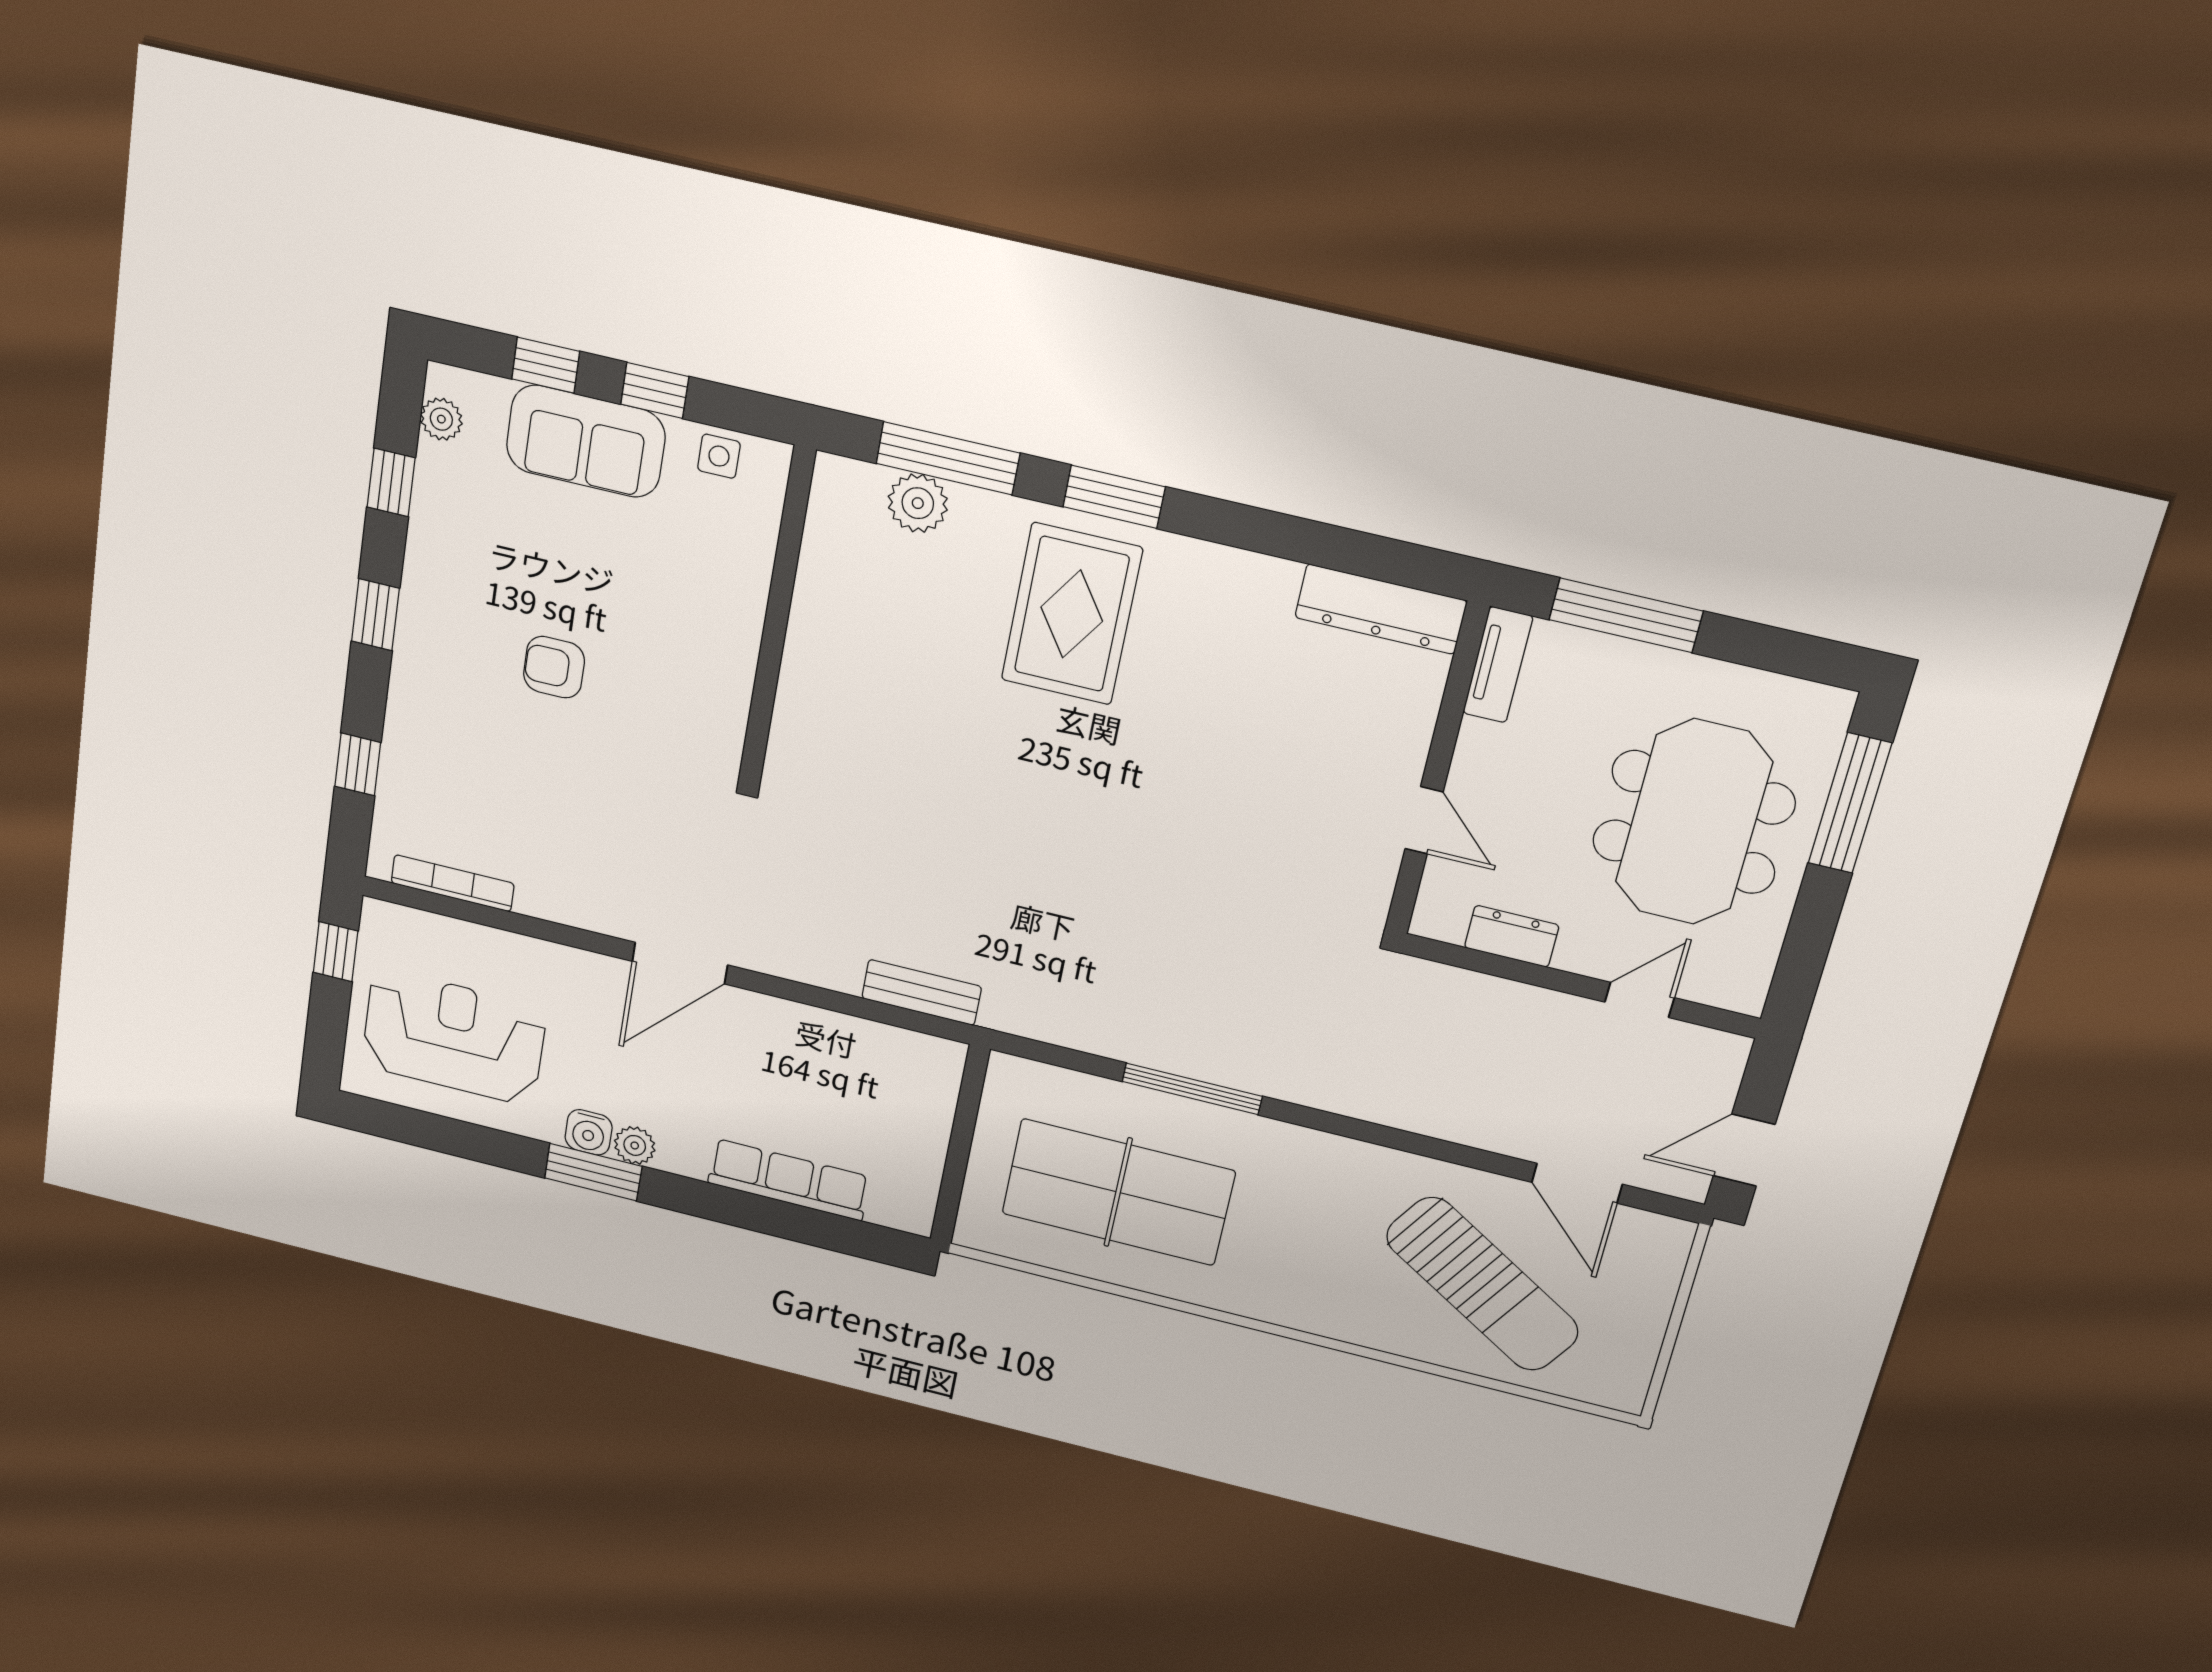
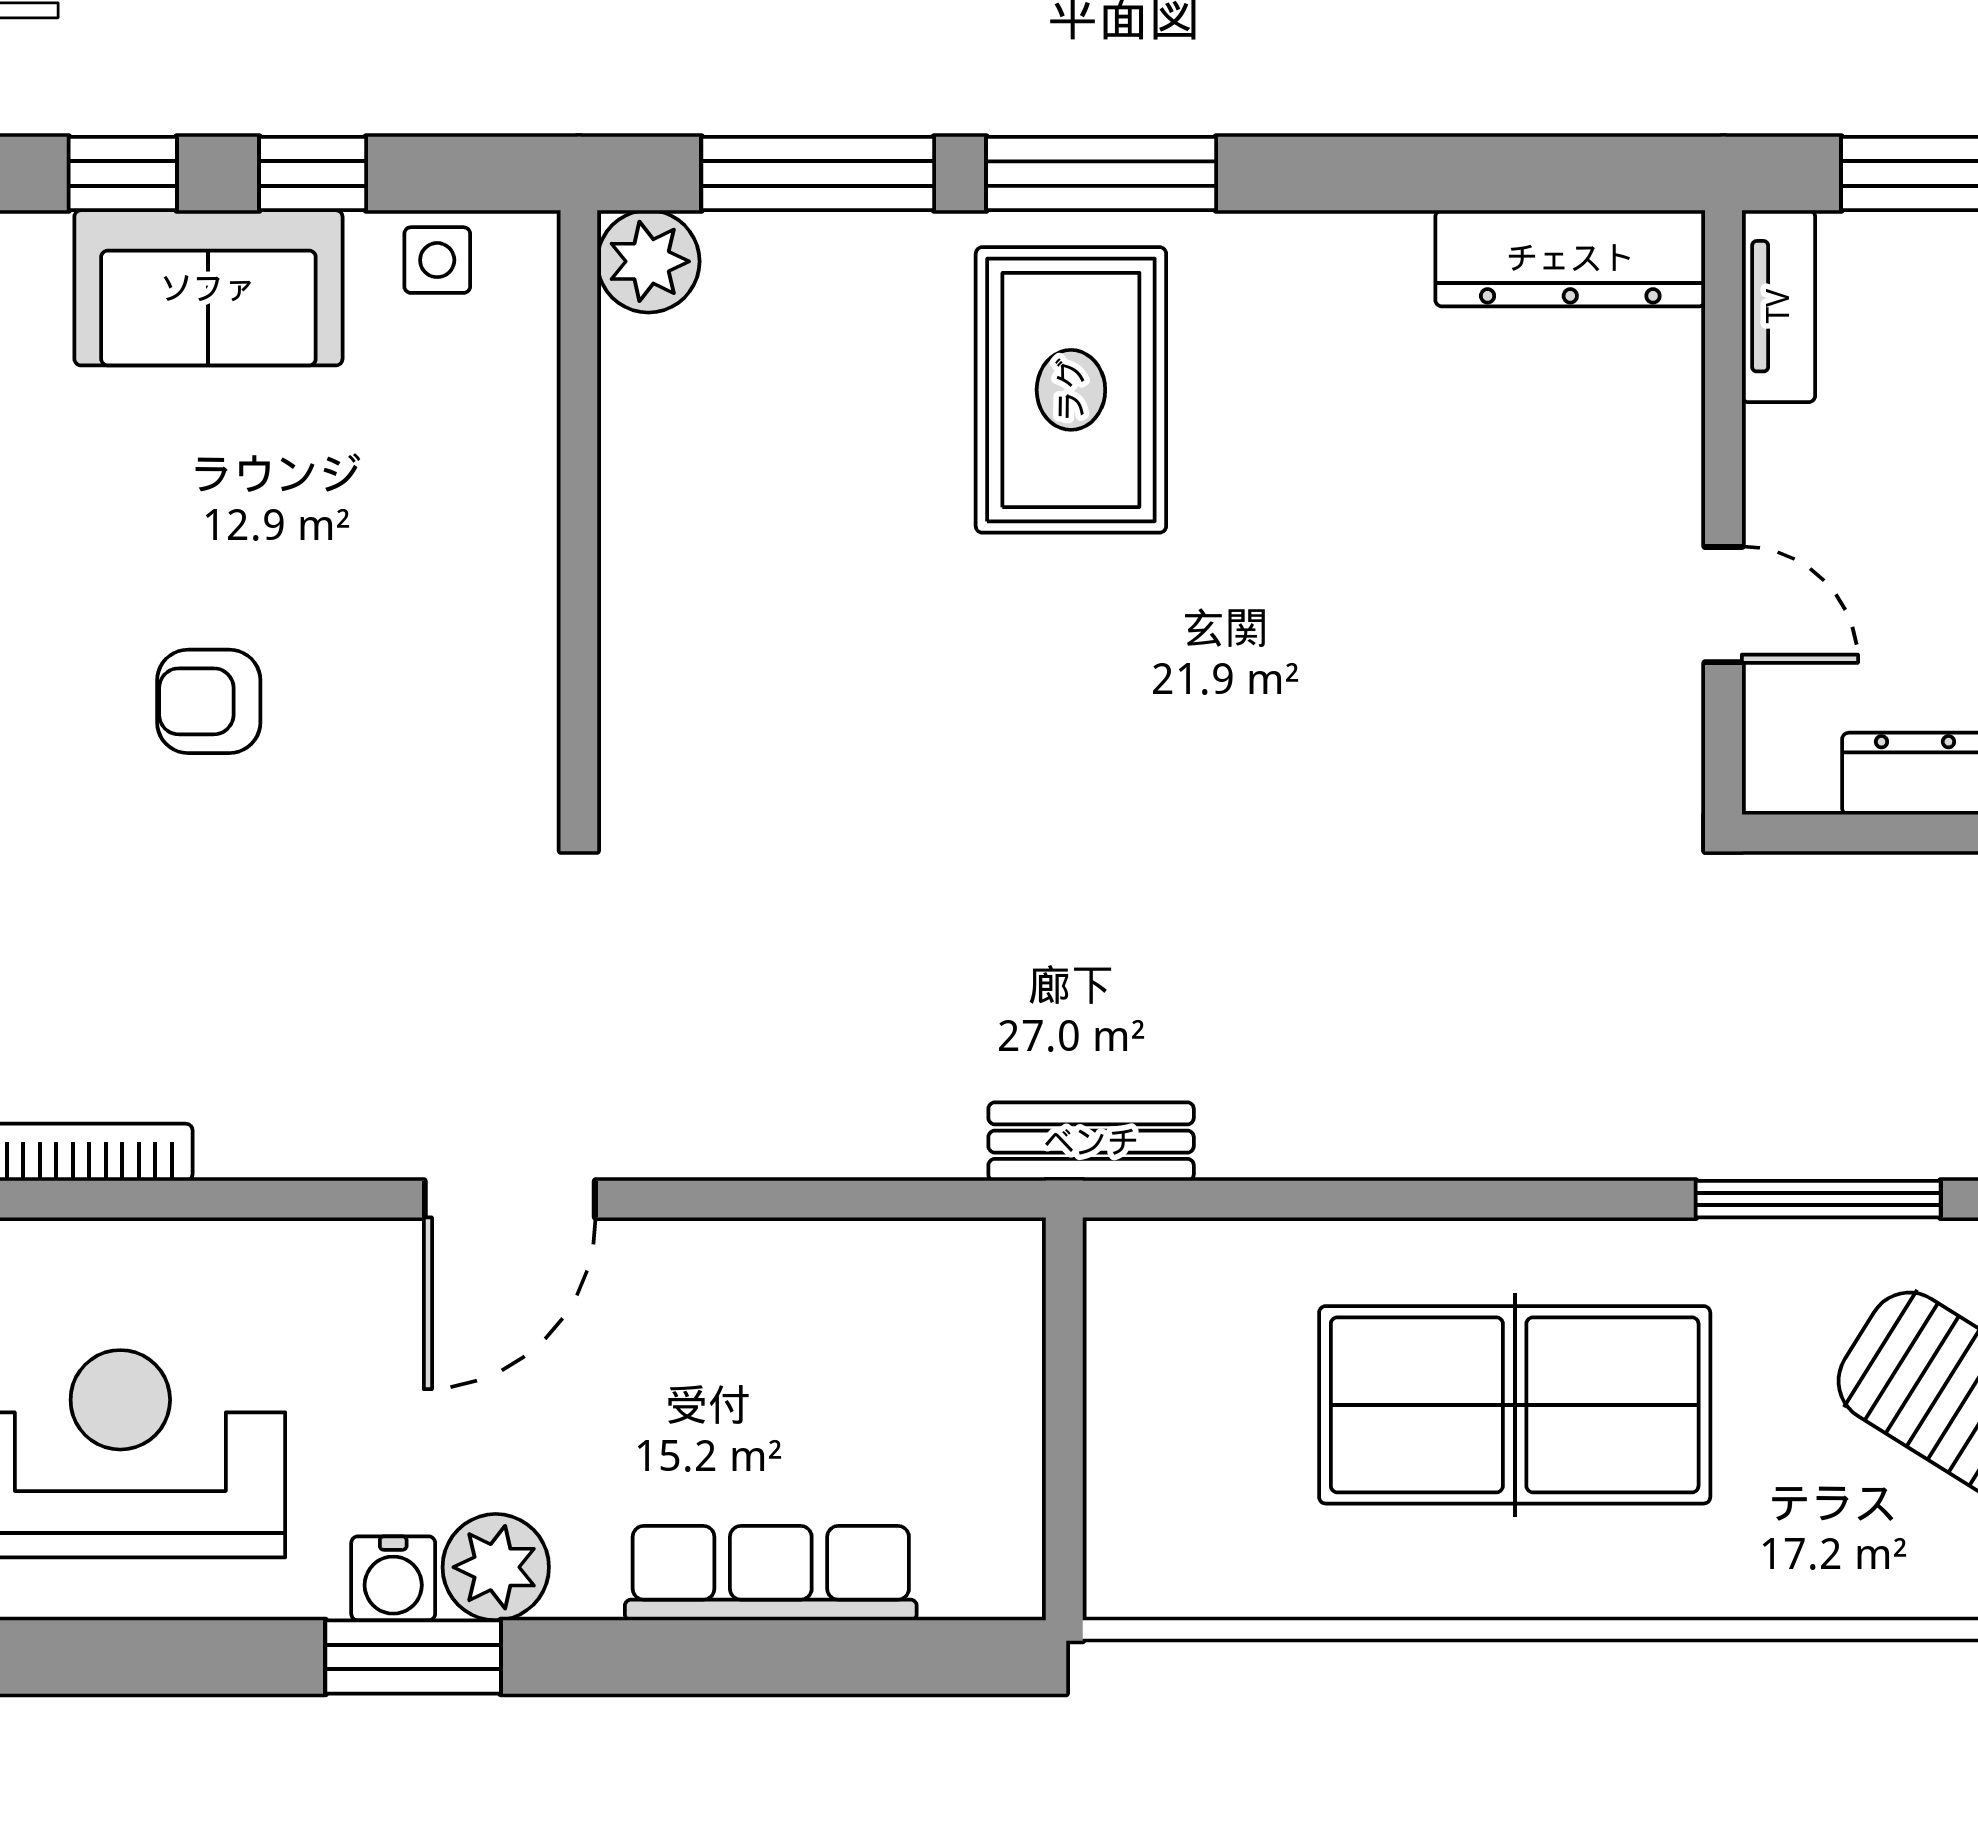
window: (1114, 497) -> (1101, 174), width x1.44
plant: (918, 503) -> (648, 261), moved
bench: (922, 992) -> (1091, 1142), moved
window: (1192, 1089) -> (1818, 1199), moved
plant: (635, 1145) -> (496, 1567), width x1.38, depth x1.38
table tennis table: (1118, 1192) -> (1515, 1405), moved

